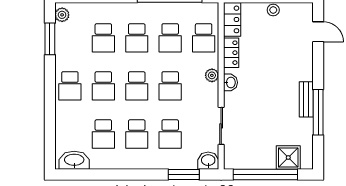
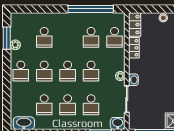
plant: (62, 15) -> (15, 45), moved
school desk: (137, 38) -> (68, 37), removed
plant: (212, 75) -> (120, 76), moved
washbasin: (230, 82) -> (133, 80), moved

